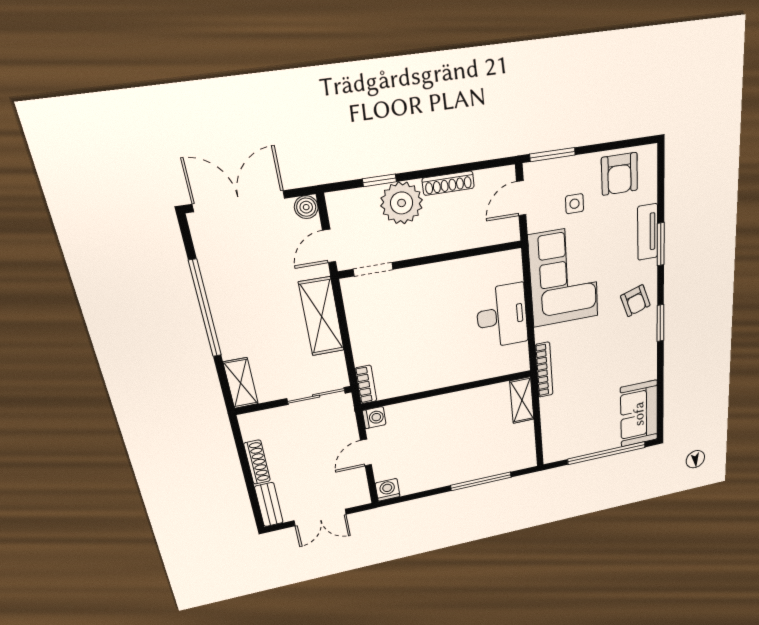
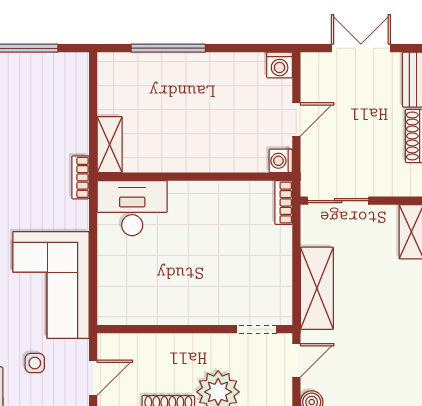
desk: (502, 316) -> (132, 208), moved, turned 90
bookcase: (544, 370) -> (80, 177), width x0.64

